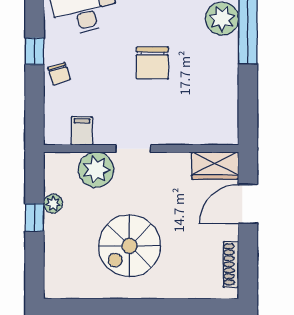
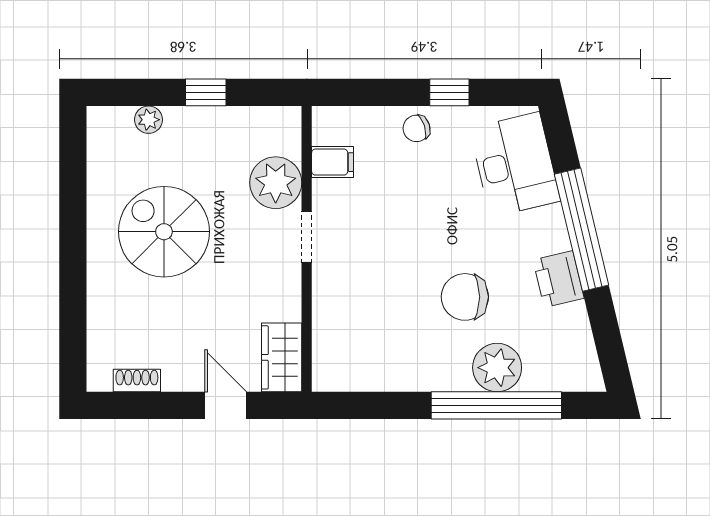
chair: (152, 63) -> (465, 297), moved
plant: (53, 204) -> (149, 120), moved
door: (248, 204) -> (226, 405), width x0.73
shoe rack: (231, 264) -> (137, 381), width x0.70

